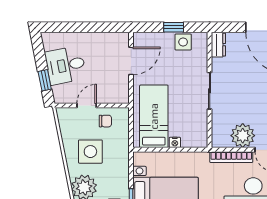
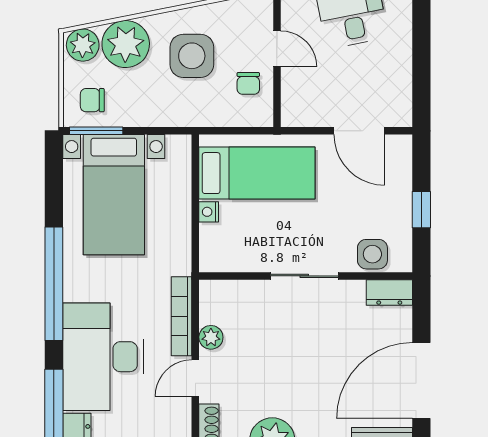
side table: (183, 42) -> (372, 254), moved
plant: (243, 136) -> (211, 337), width x0.53, depth x0.53

